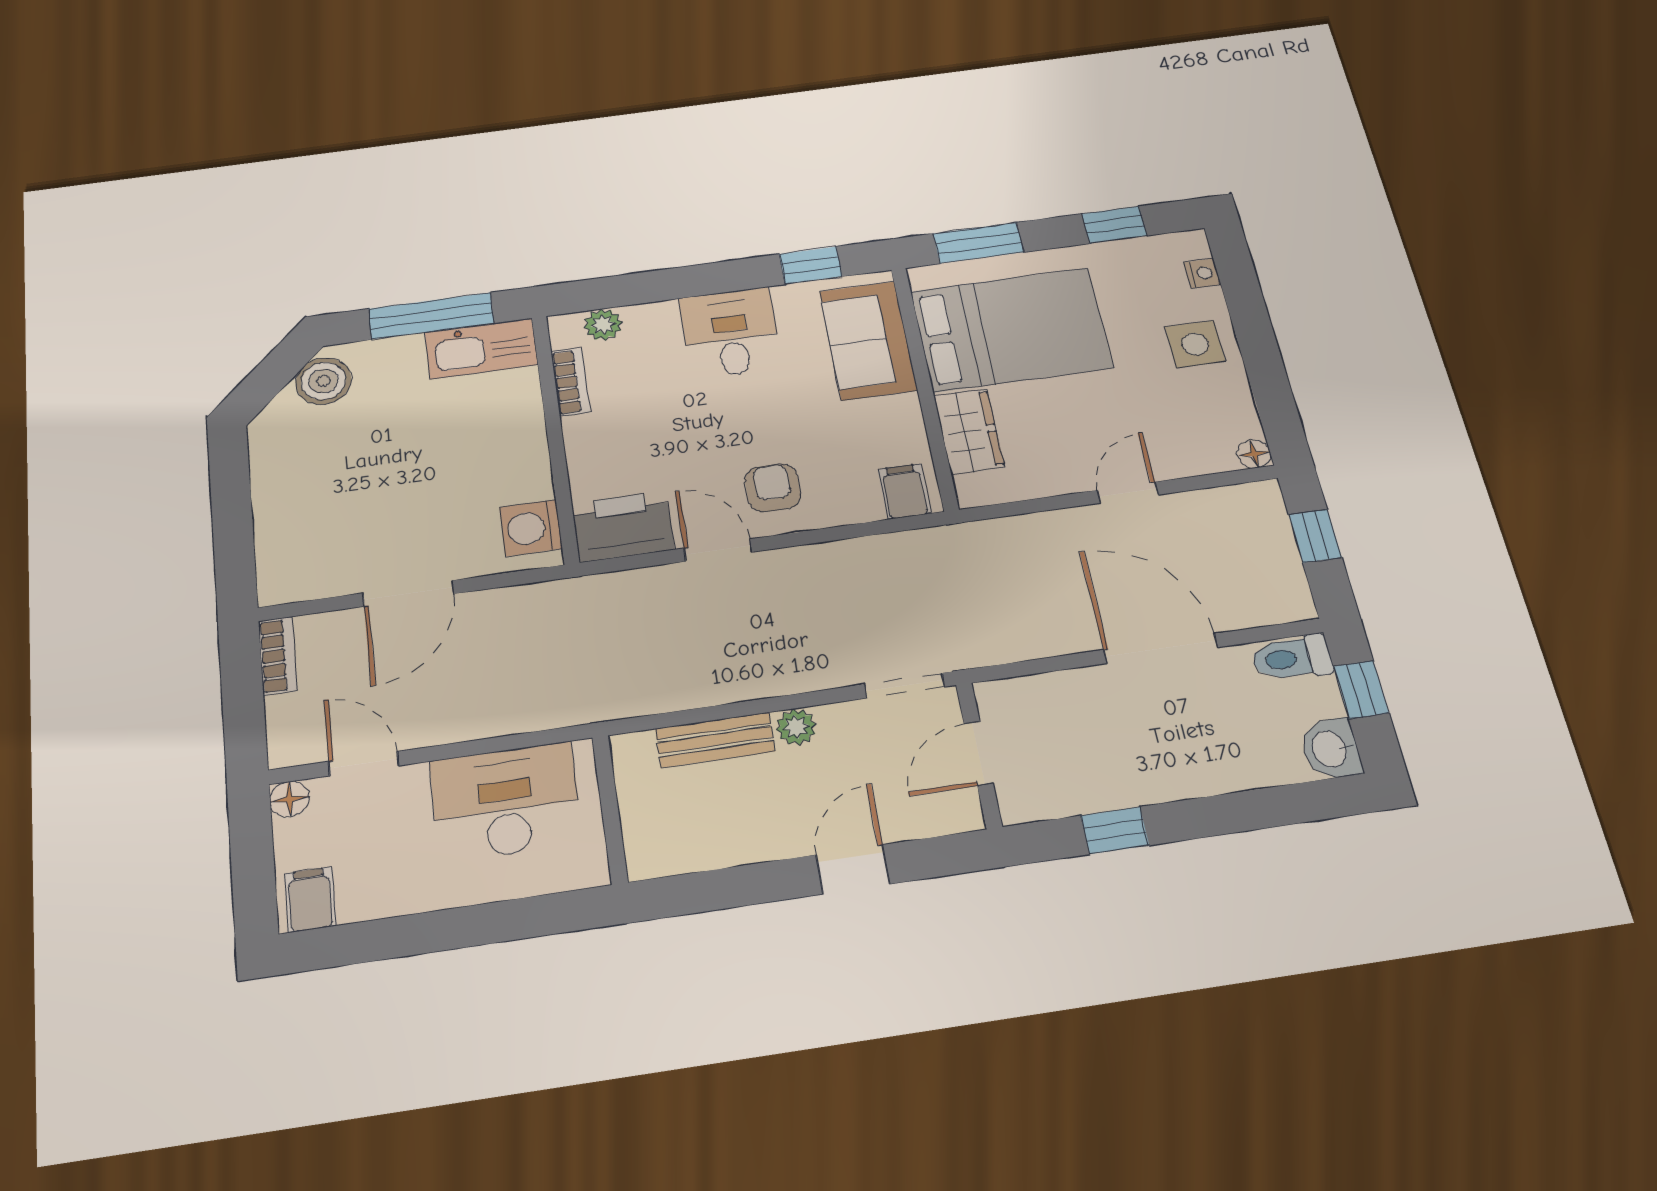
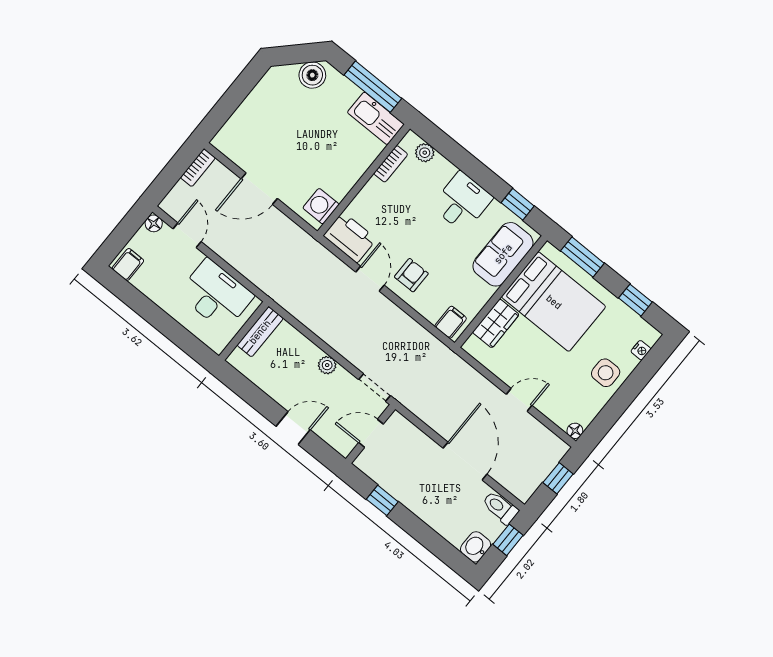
bench: (715, 740) -> (260, 332), moved, turned 90

